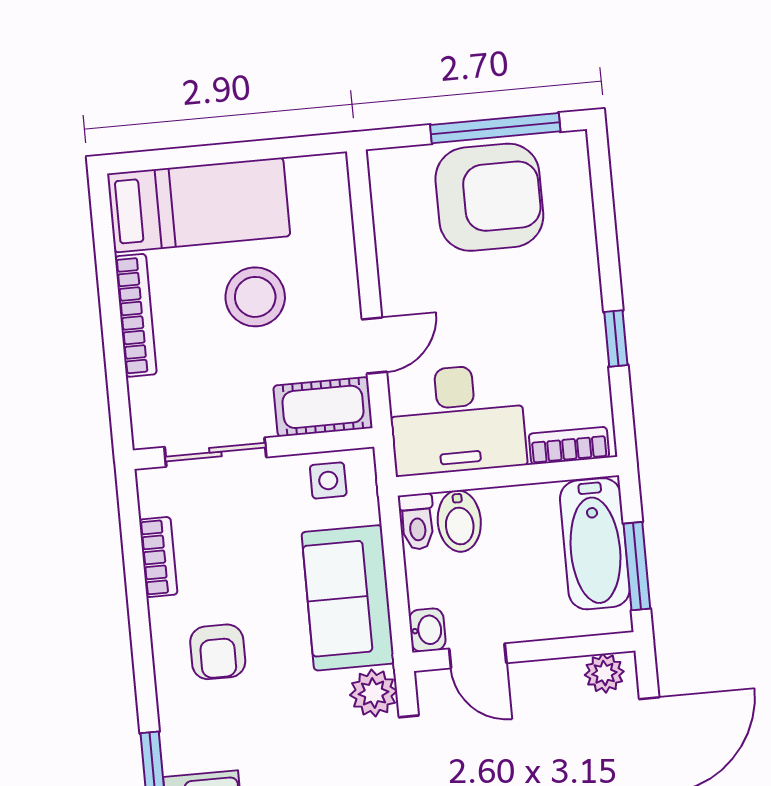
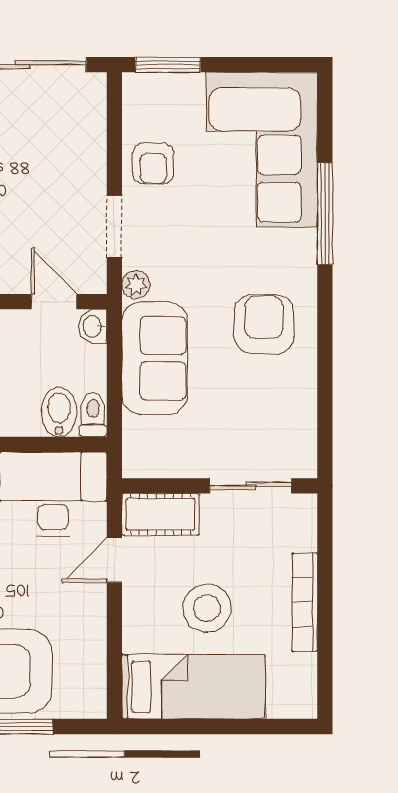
bed: (199, 205) -> (193, 687), moved, turned 180
side table: (328, 480) -> (162, 454), removed
bookcase: (158, 557) -> (305, 405), removed
armchair: (218, 652) -> (264, 324), width x1.38, depth x1.38
plant: (373, 693) -> (136, 285), width x0.73, depth x0.73

